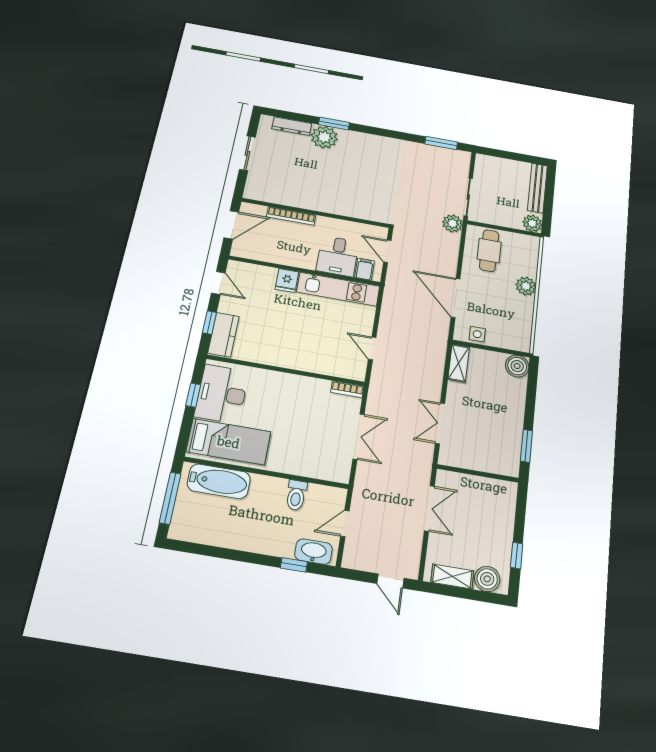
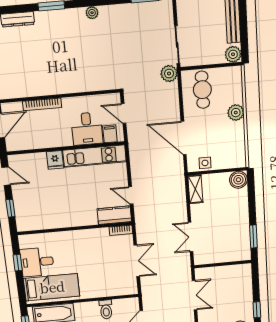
plant: (324, 137) -> (92, 13), moved, width x0.53, depth x0.53
kitchen counter: (223, 335) -> (114, 215), moved, turned -90
desk: (222, 394) -> (37, 262), width x0.73

